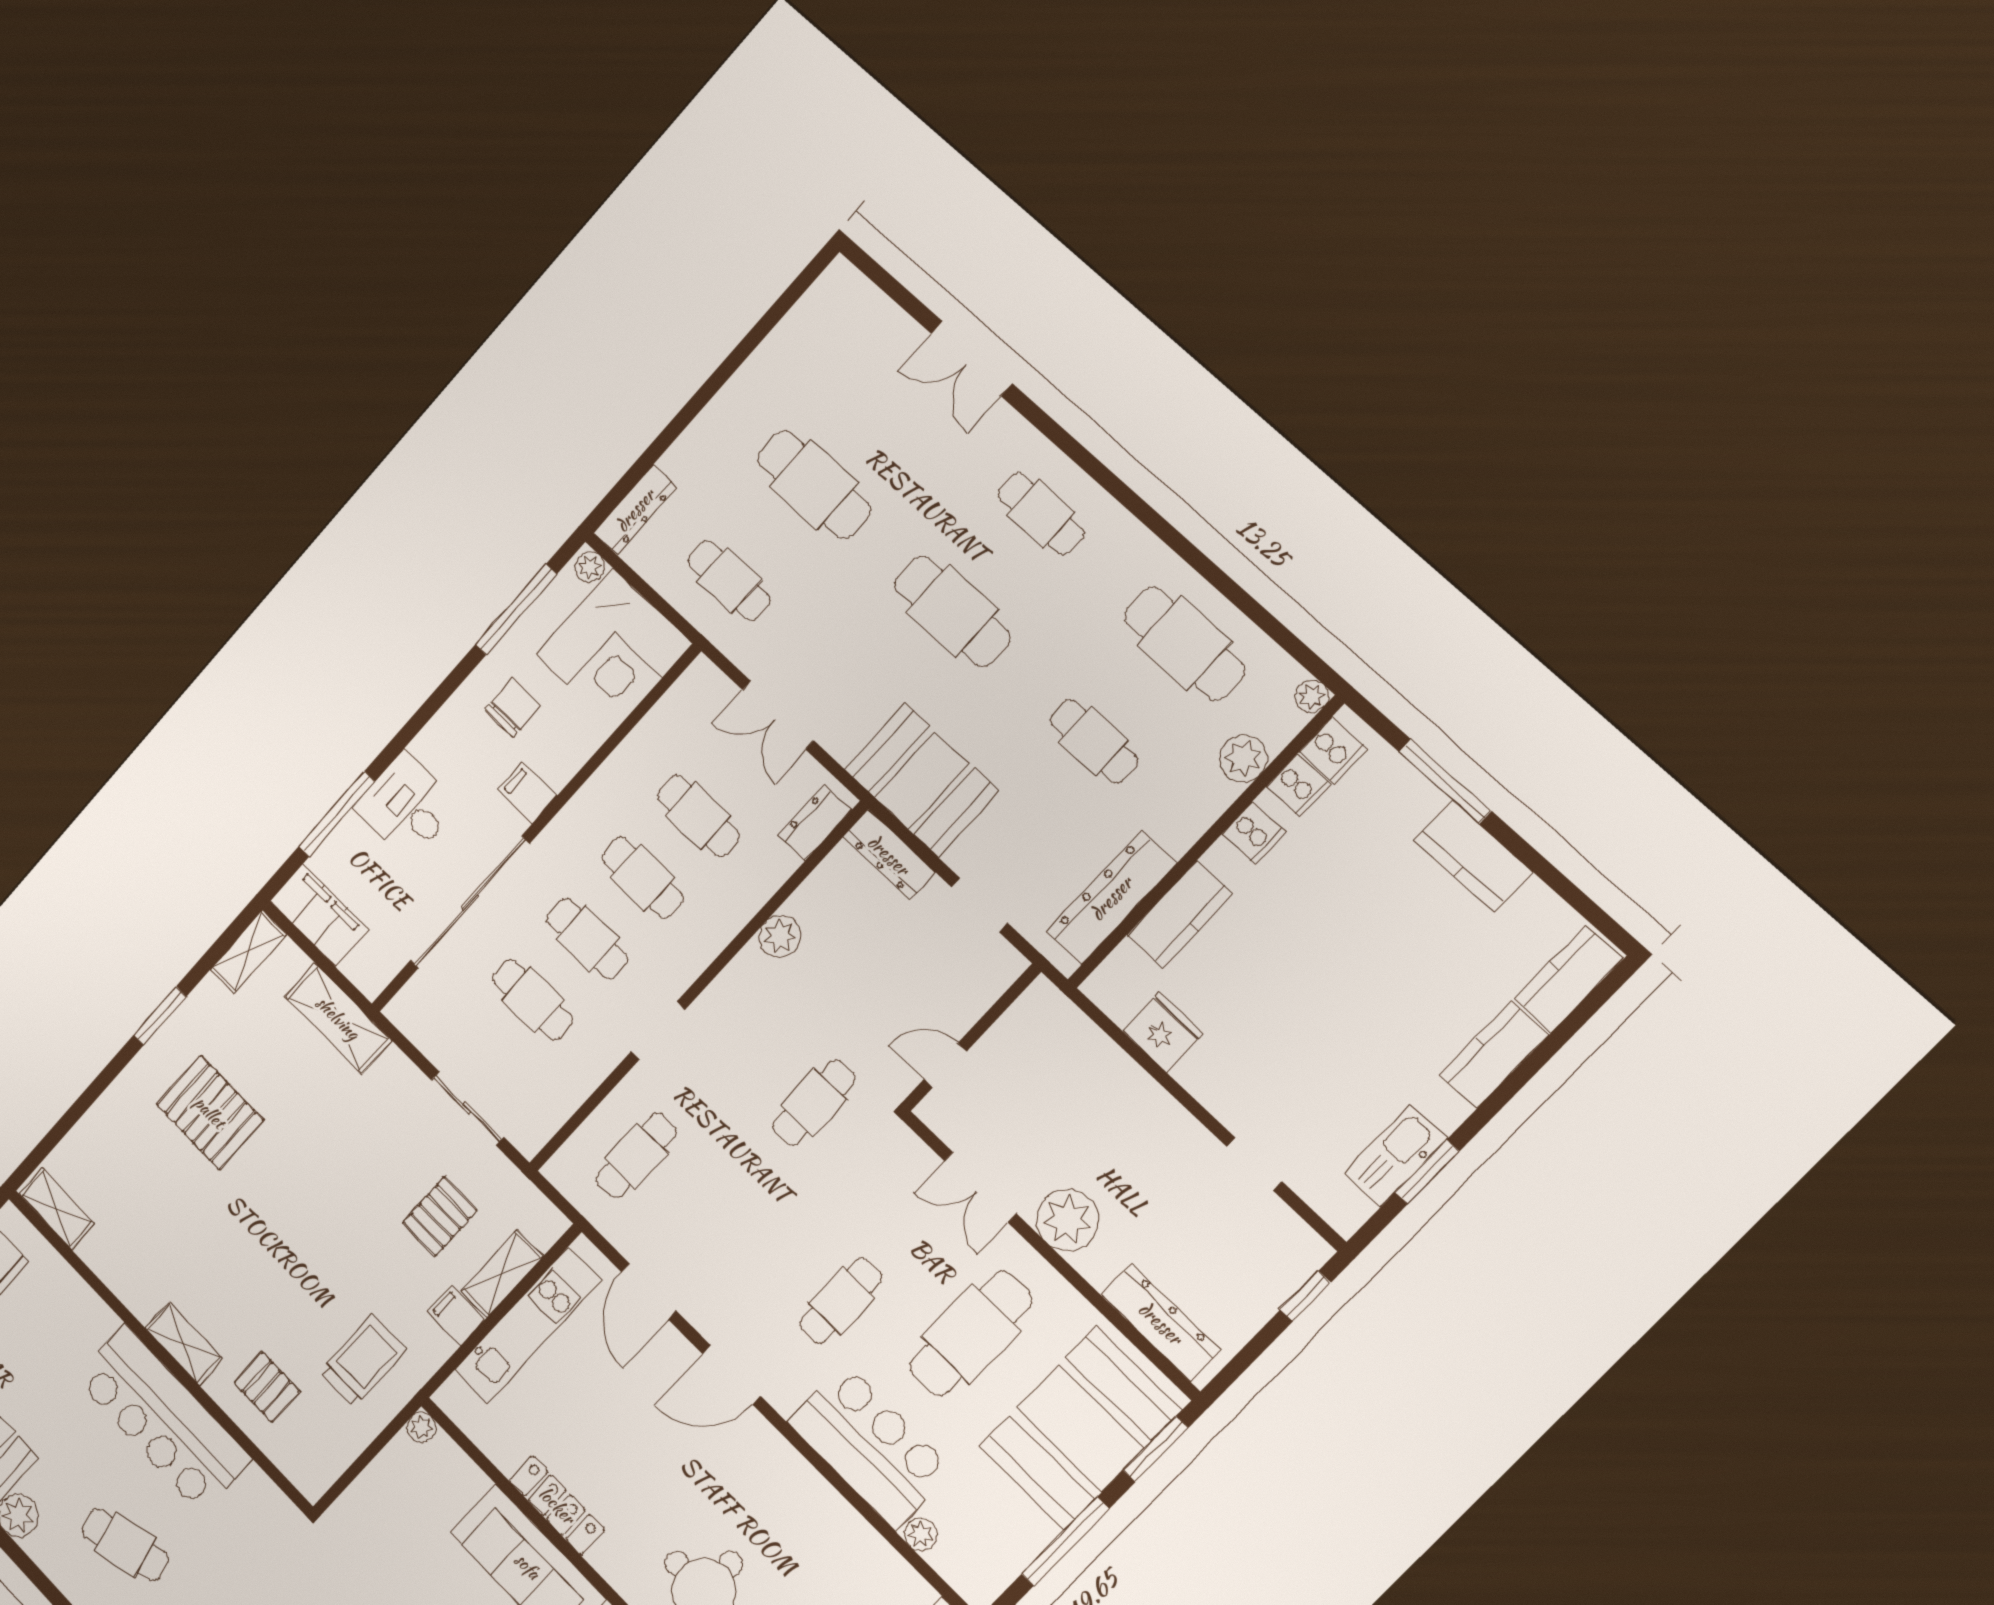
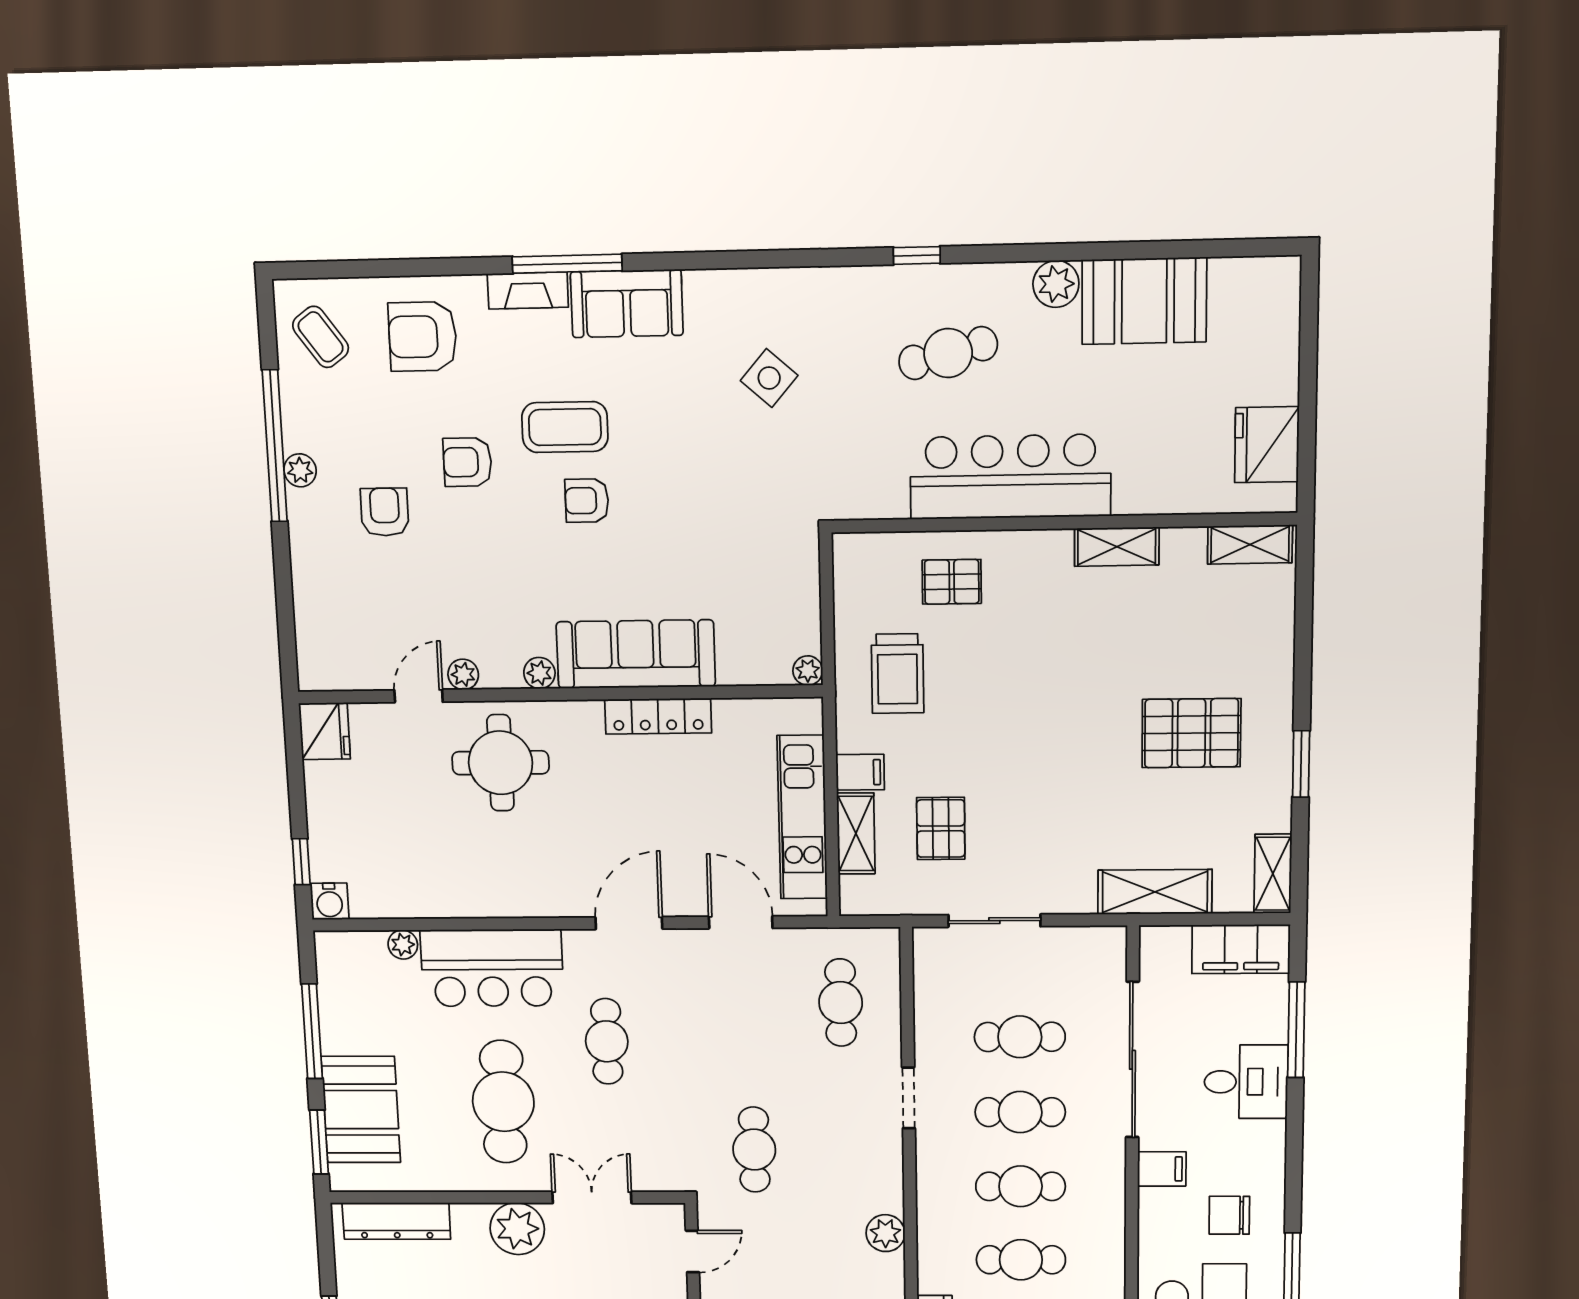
chair: (513, 708) -> (1229, 1215), turned 90
shelving: (184, 1344) -> (1117, 547), moved
booth: (1080, 1428) -> (361, 1110), width x0.73, depth x0.70

